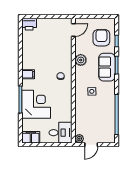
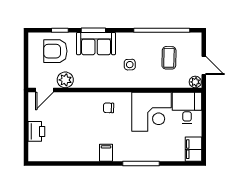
printer: (29, 24) -> (36, 131), moved
door: (73, 30) -> (45, 90), swing flipped
plant: (81, 60) -> (65, 80), moved
corner desk: (36, 104) -> (152, 112), moved, turned 180
coffee table: (97, 120) -> (169, 58), added

